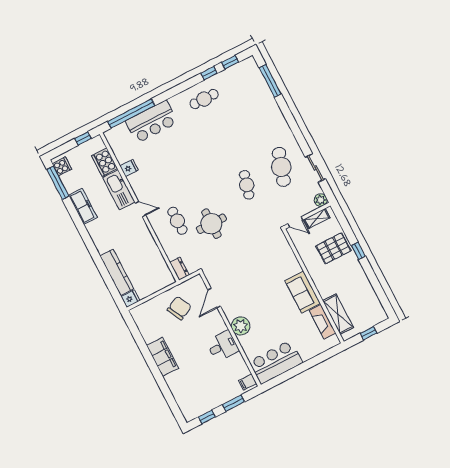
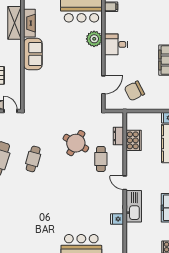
cafe table: (204, 99) -> (32, 242), removed
cooker: (105, 162) -> (134, 140), moved
round table: (211, 224) -> (76, 143), turned 30
dresser: (179, 269) -> (118, 136), moved
plant: (241, 326) -> (94, 39), moved

